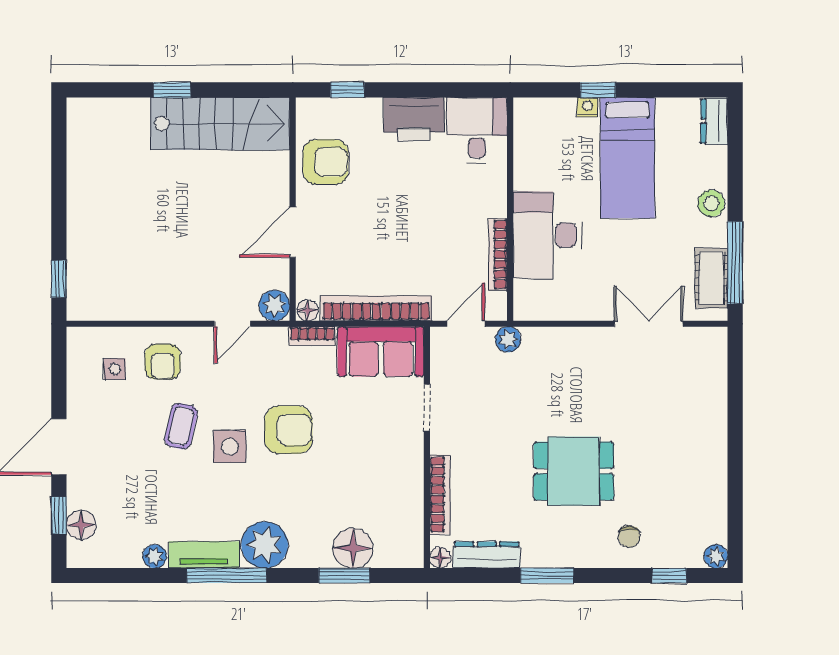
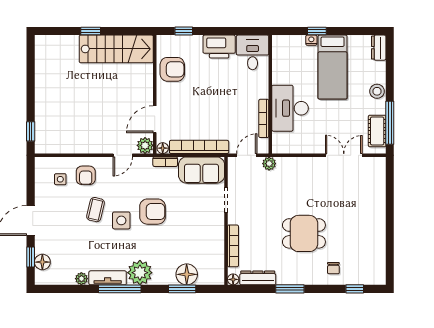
door: (293, 232) -> (155, 119), moved
plant: (716, 556) -> (379, 279), removed

